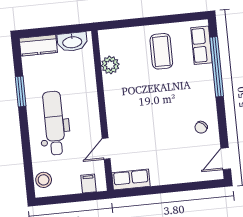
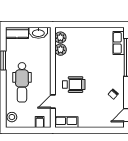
plant: (108, 46) -> (60, 37), added
coffee table: (161, 51) -> (93, 44), removed
wheelchair: (137, 118) -> (74, 85), added
dental chair: (54, 123) -> (22, 82), turned 180

